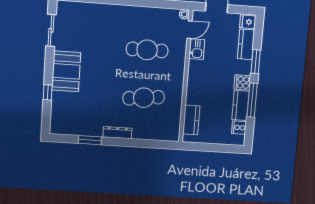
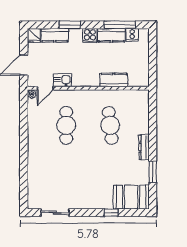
door: (189, 30) -> (45, 88), swing flipped
booth: (66, 71) -> (131, 197), moved
window: (252, 100) -> (120, 25), moved
kitchen counter: (191, 120) -> (114, 80), moved

